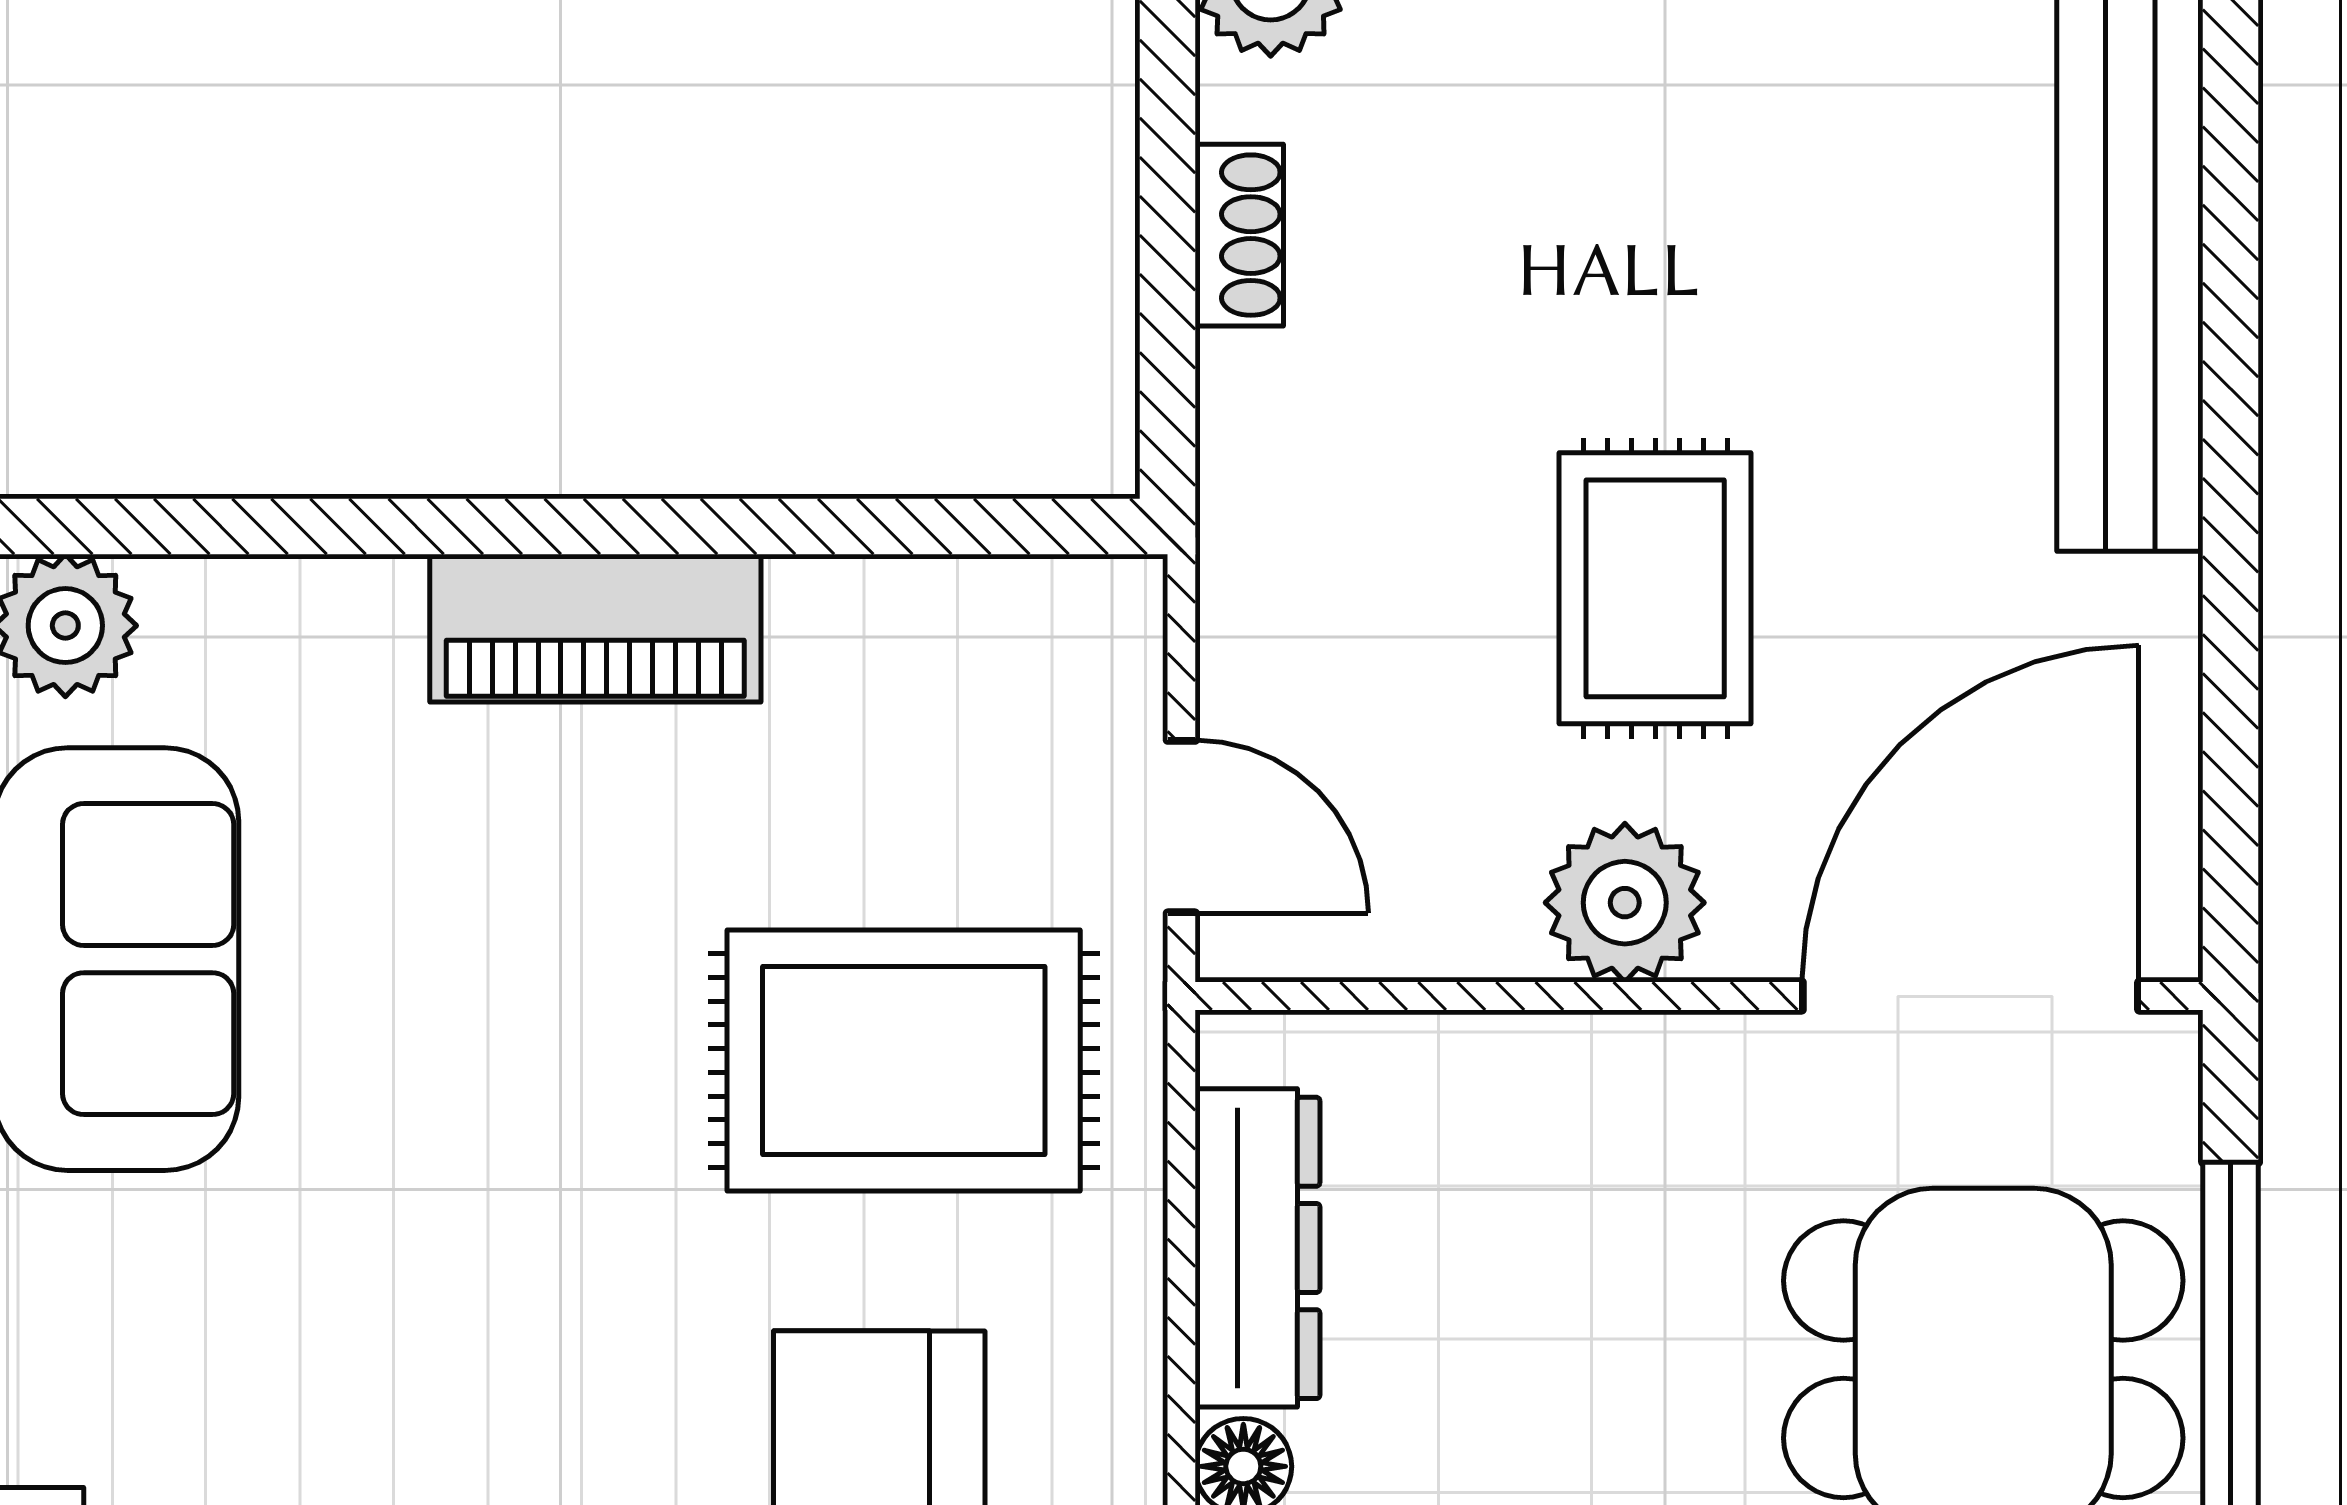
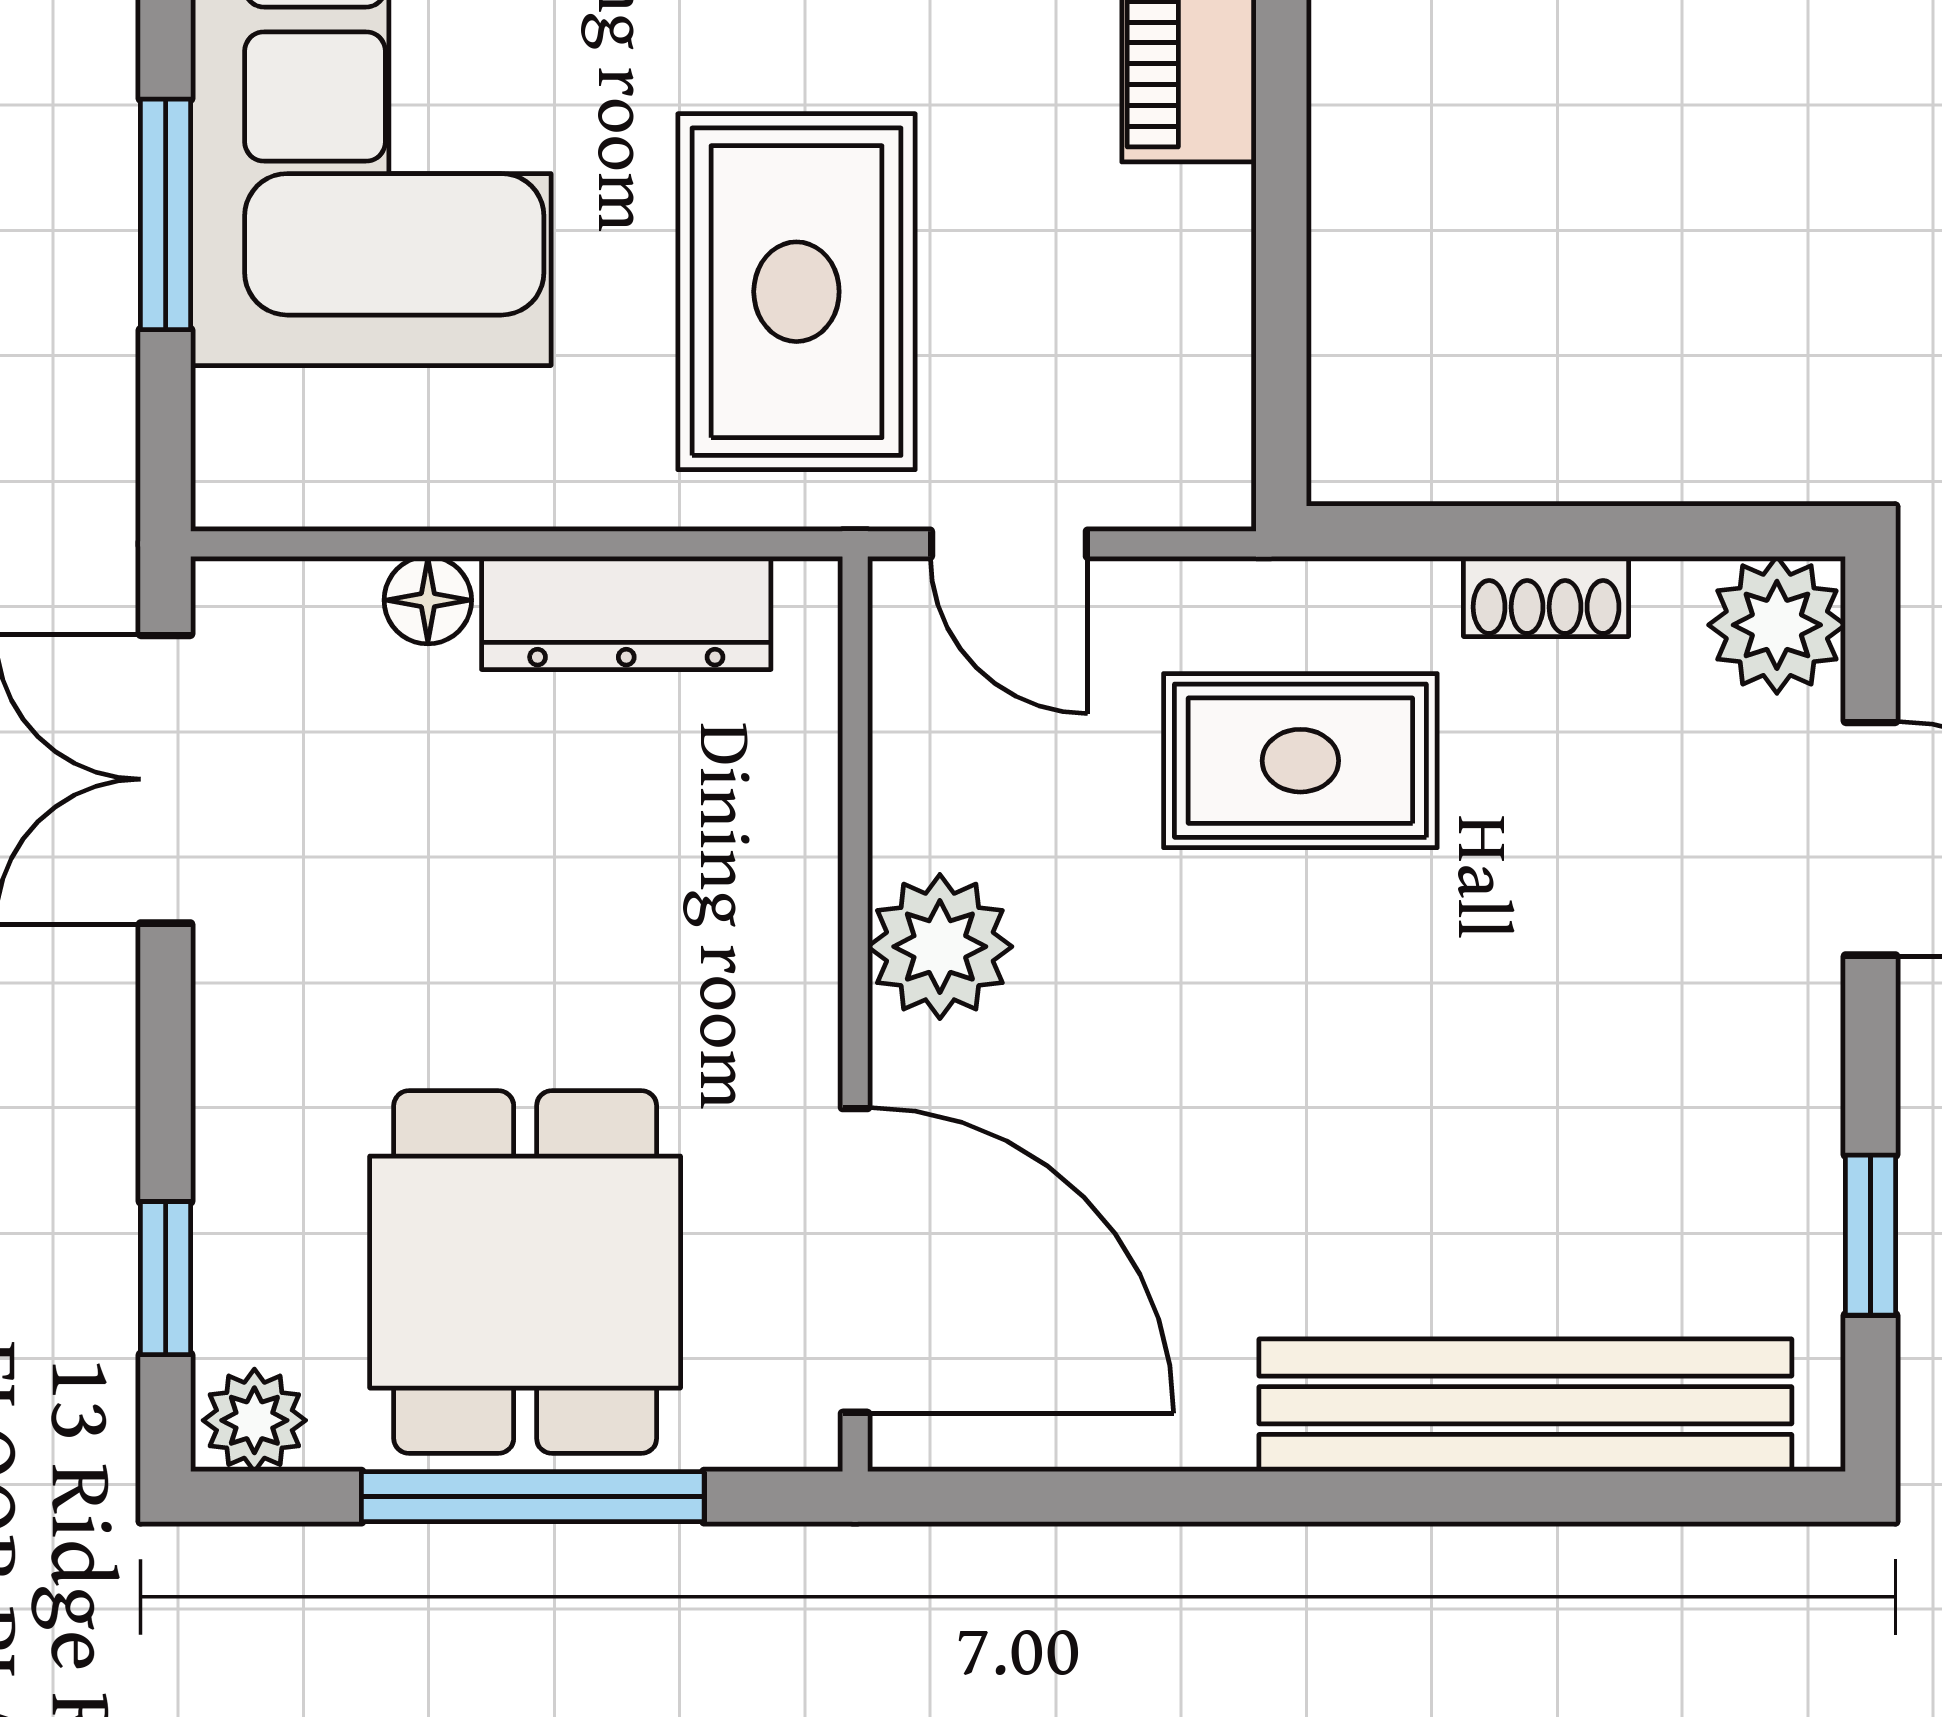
rug: (1655, 588) -> (1300, 761), moved
door: (1181, 827) -> (1009, 544), hinge flipped

